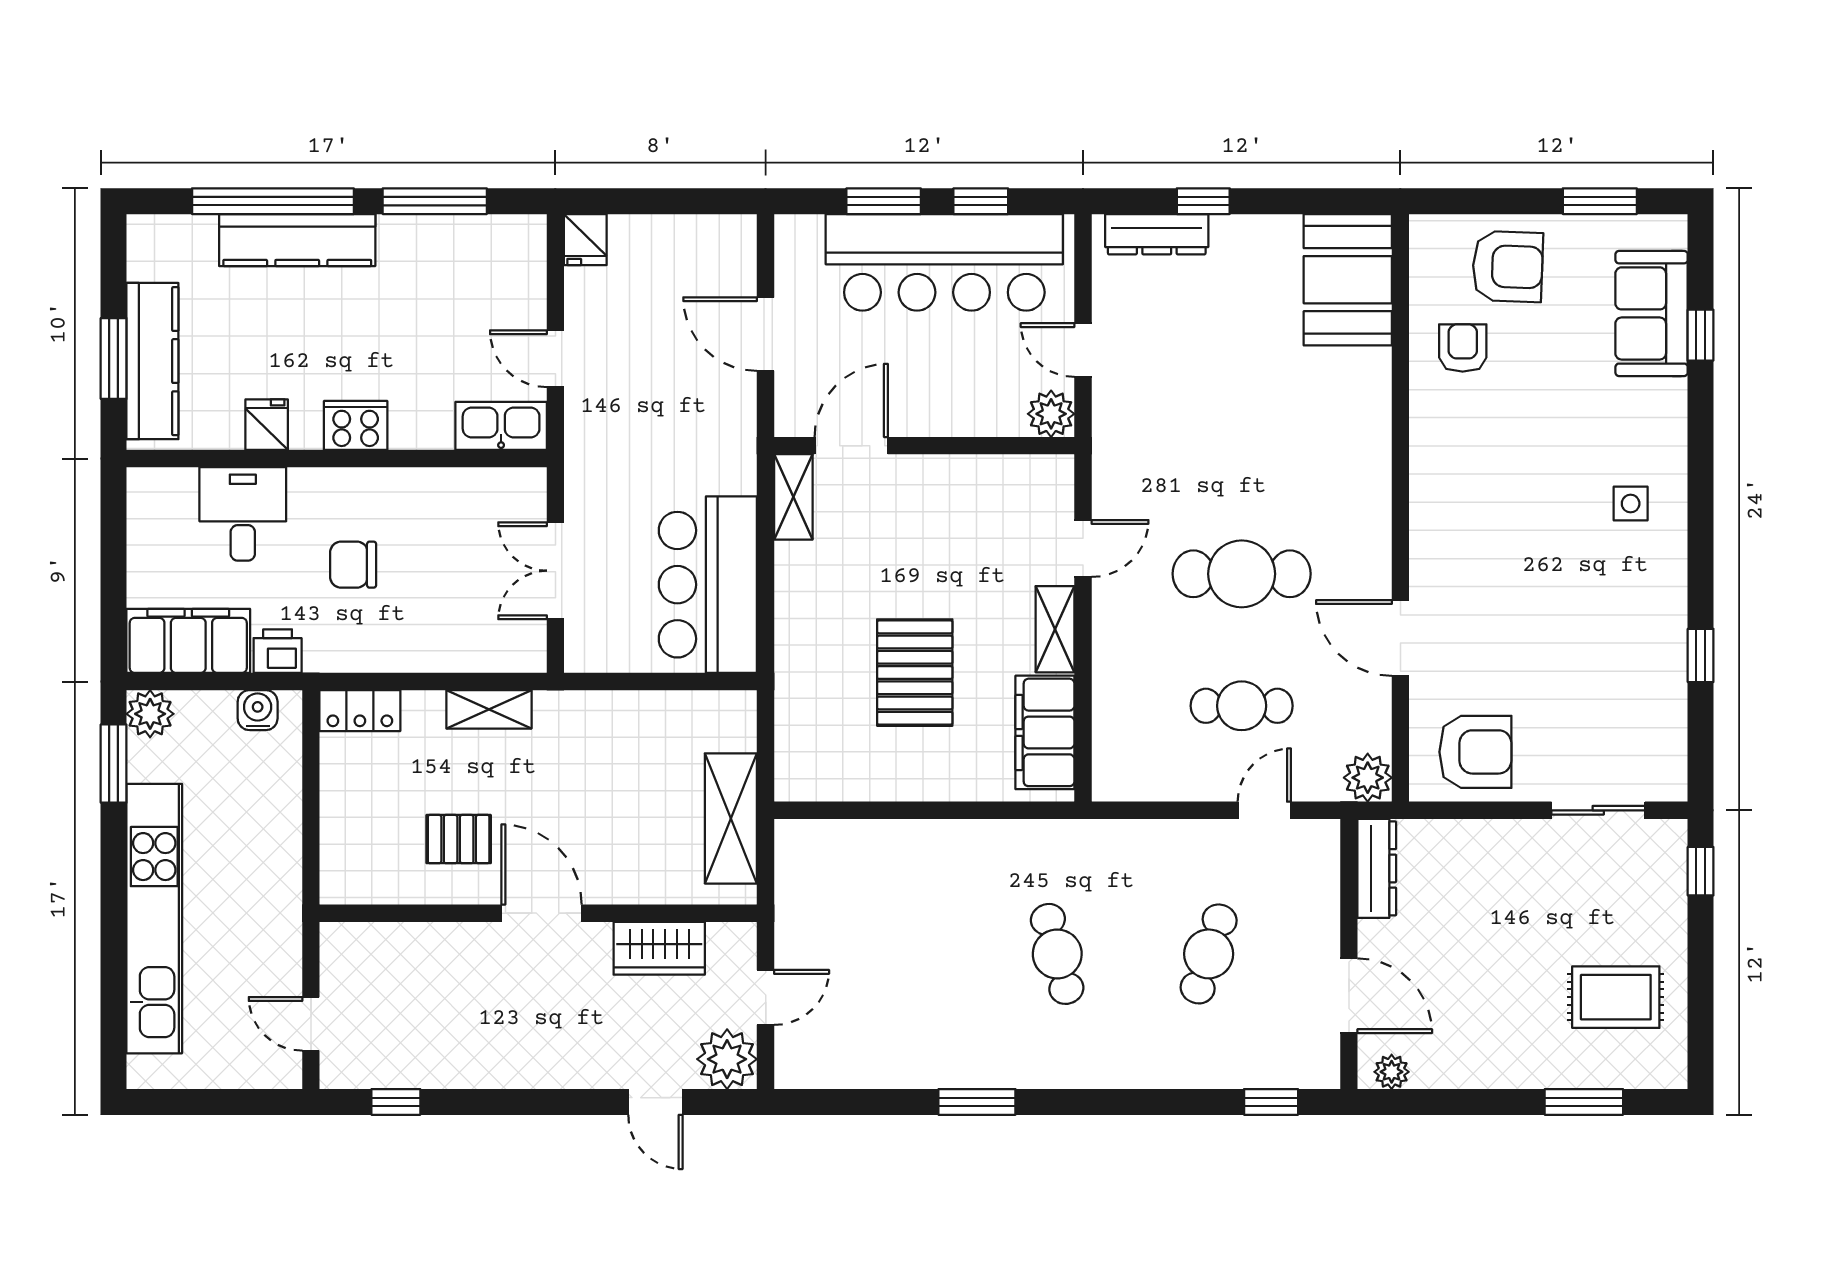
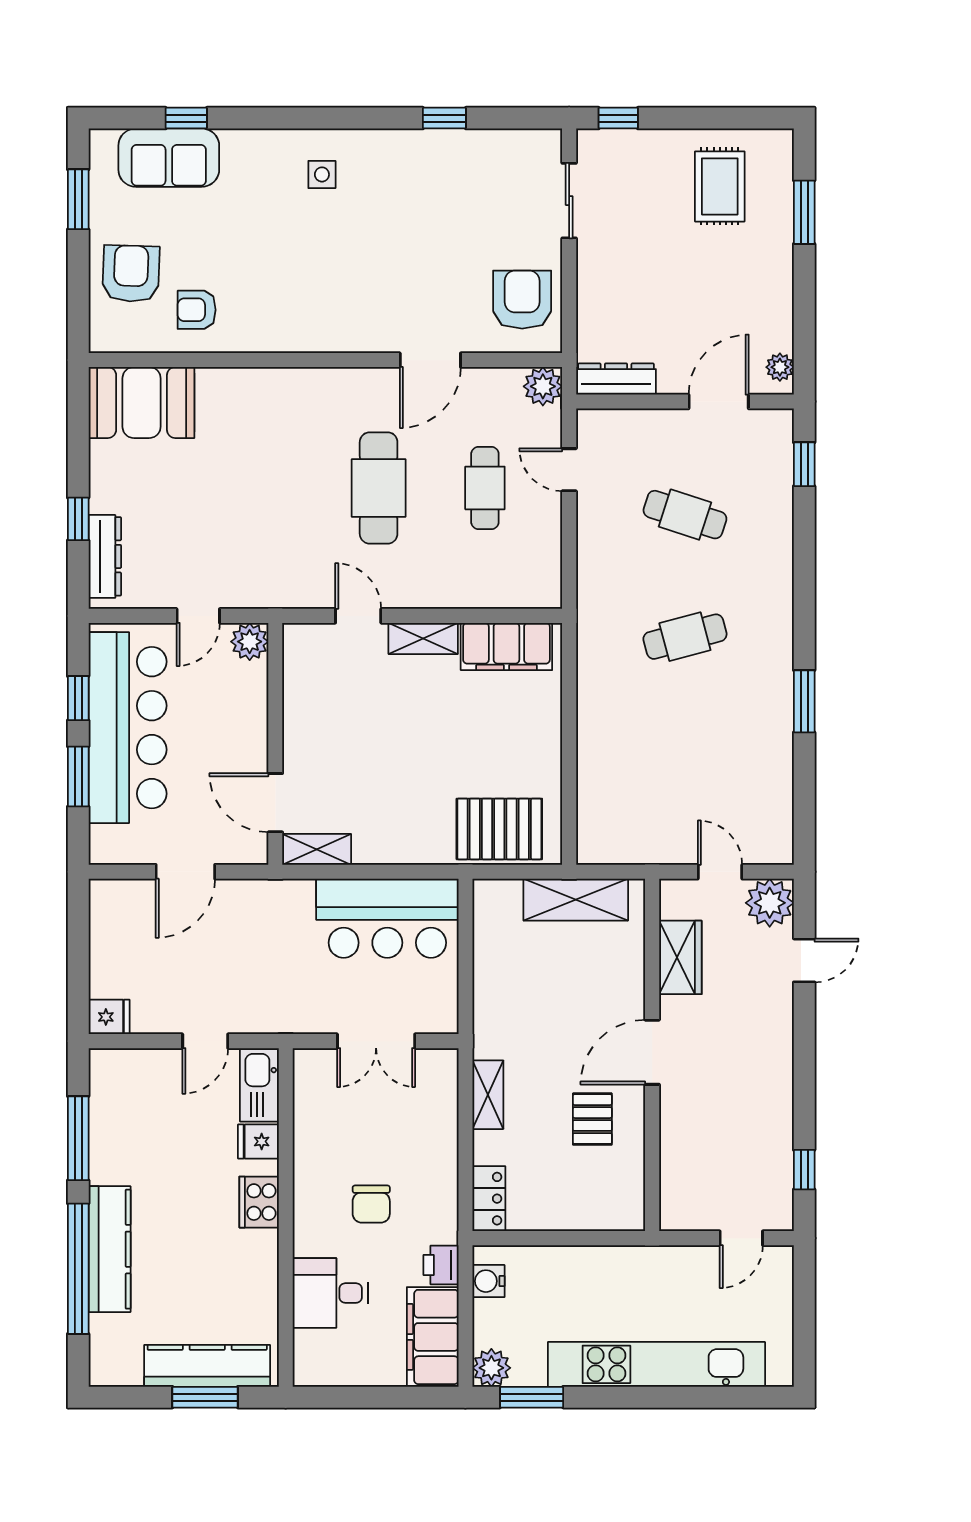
fridge: (267, 425) -> (258, 1141), moved
pallet: (915, 673) -> (499, 829), moved

